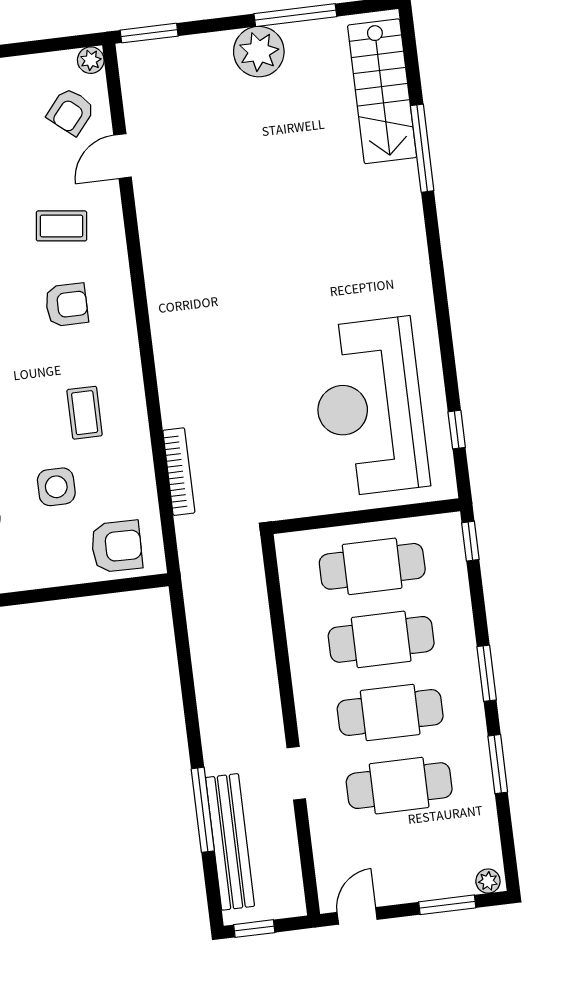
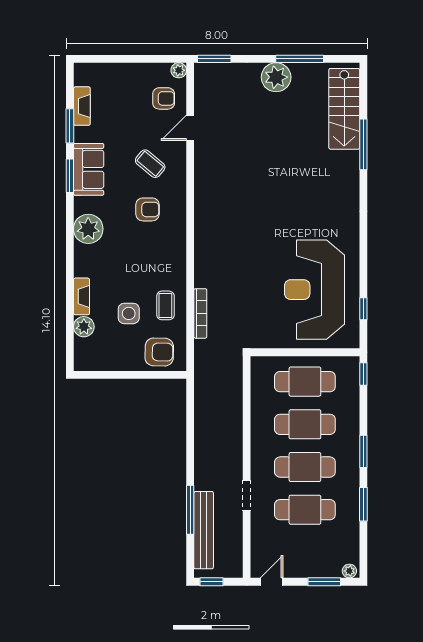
armchair: (71, 112) -> (164, 98), turned -130
coffee table: (62, 226) -> (150, 164), turned 33
coffee table: (85, 413) -> (165, 305), moved

